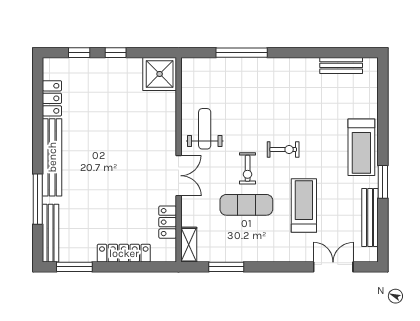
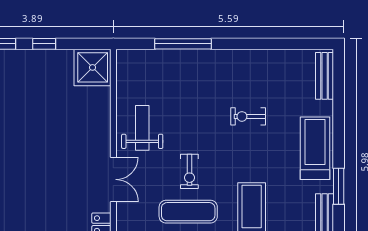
bench: (341, 65) -> (325, 76), moved, turned 90
treadmill: (361, 147) -> (315, 148), turned 180
exercise bike: (283, 150) -> (248, 116), moved, turned 180

